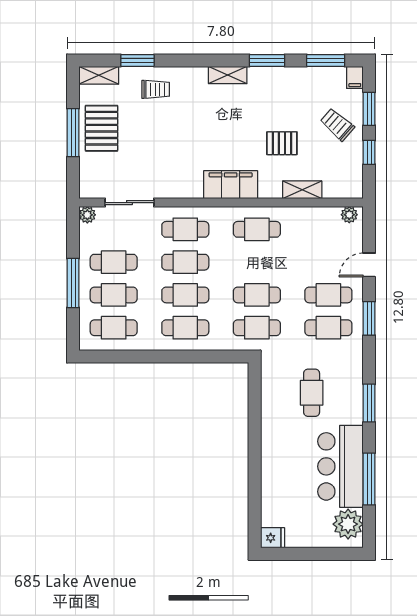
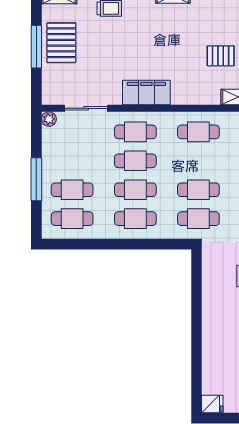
filing cabinet: (231, 185) -> (146, 92), moved
cafe table: (114, 262) -> (72, 161), removed

